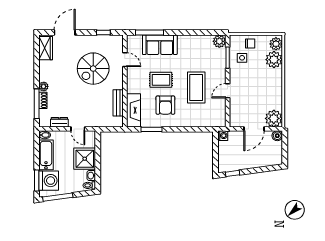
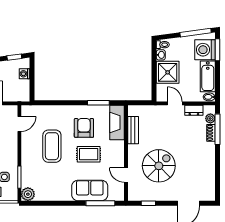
wardrobe: (46, 48) -> (208, 187), removed
plant: (44, 86) -> (210, 118), moved
door: (228, 91) -> (19, 124), moved
washing machine: (223, 136) -> (24, 74), moved

